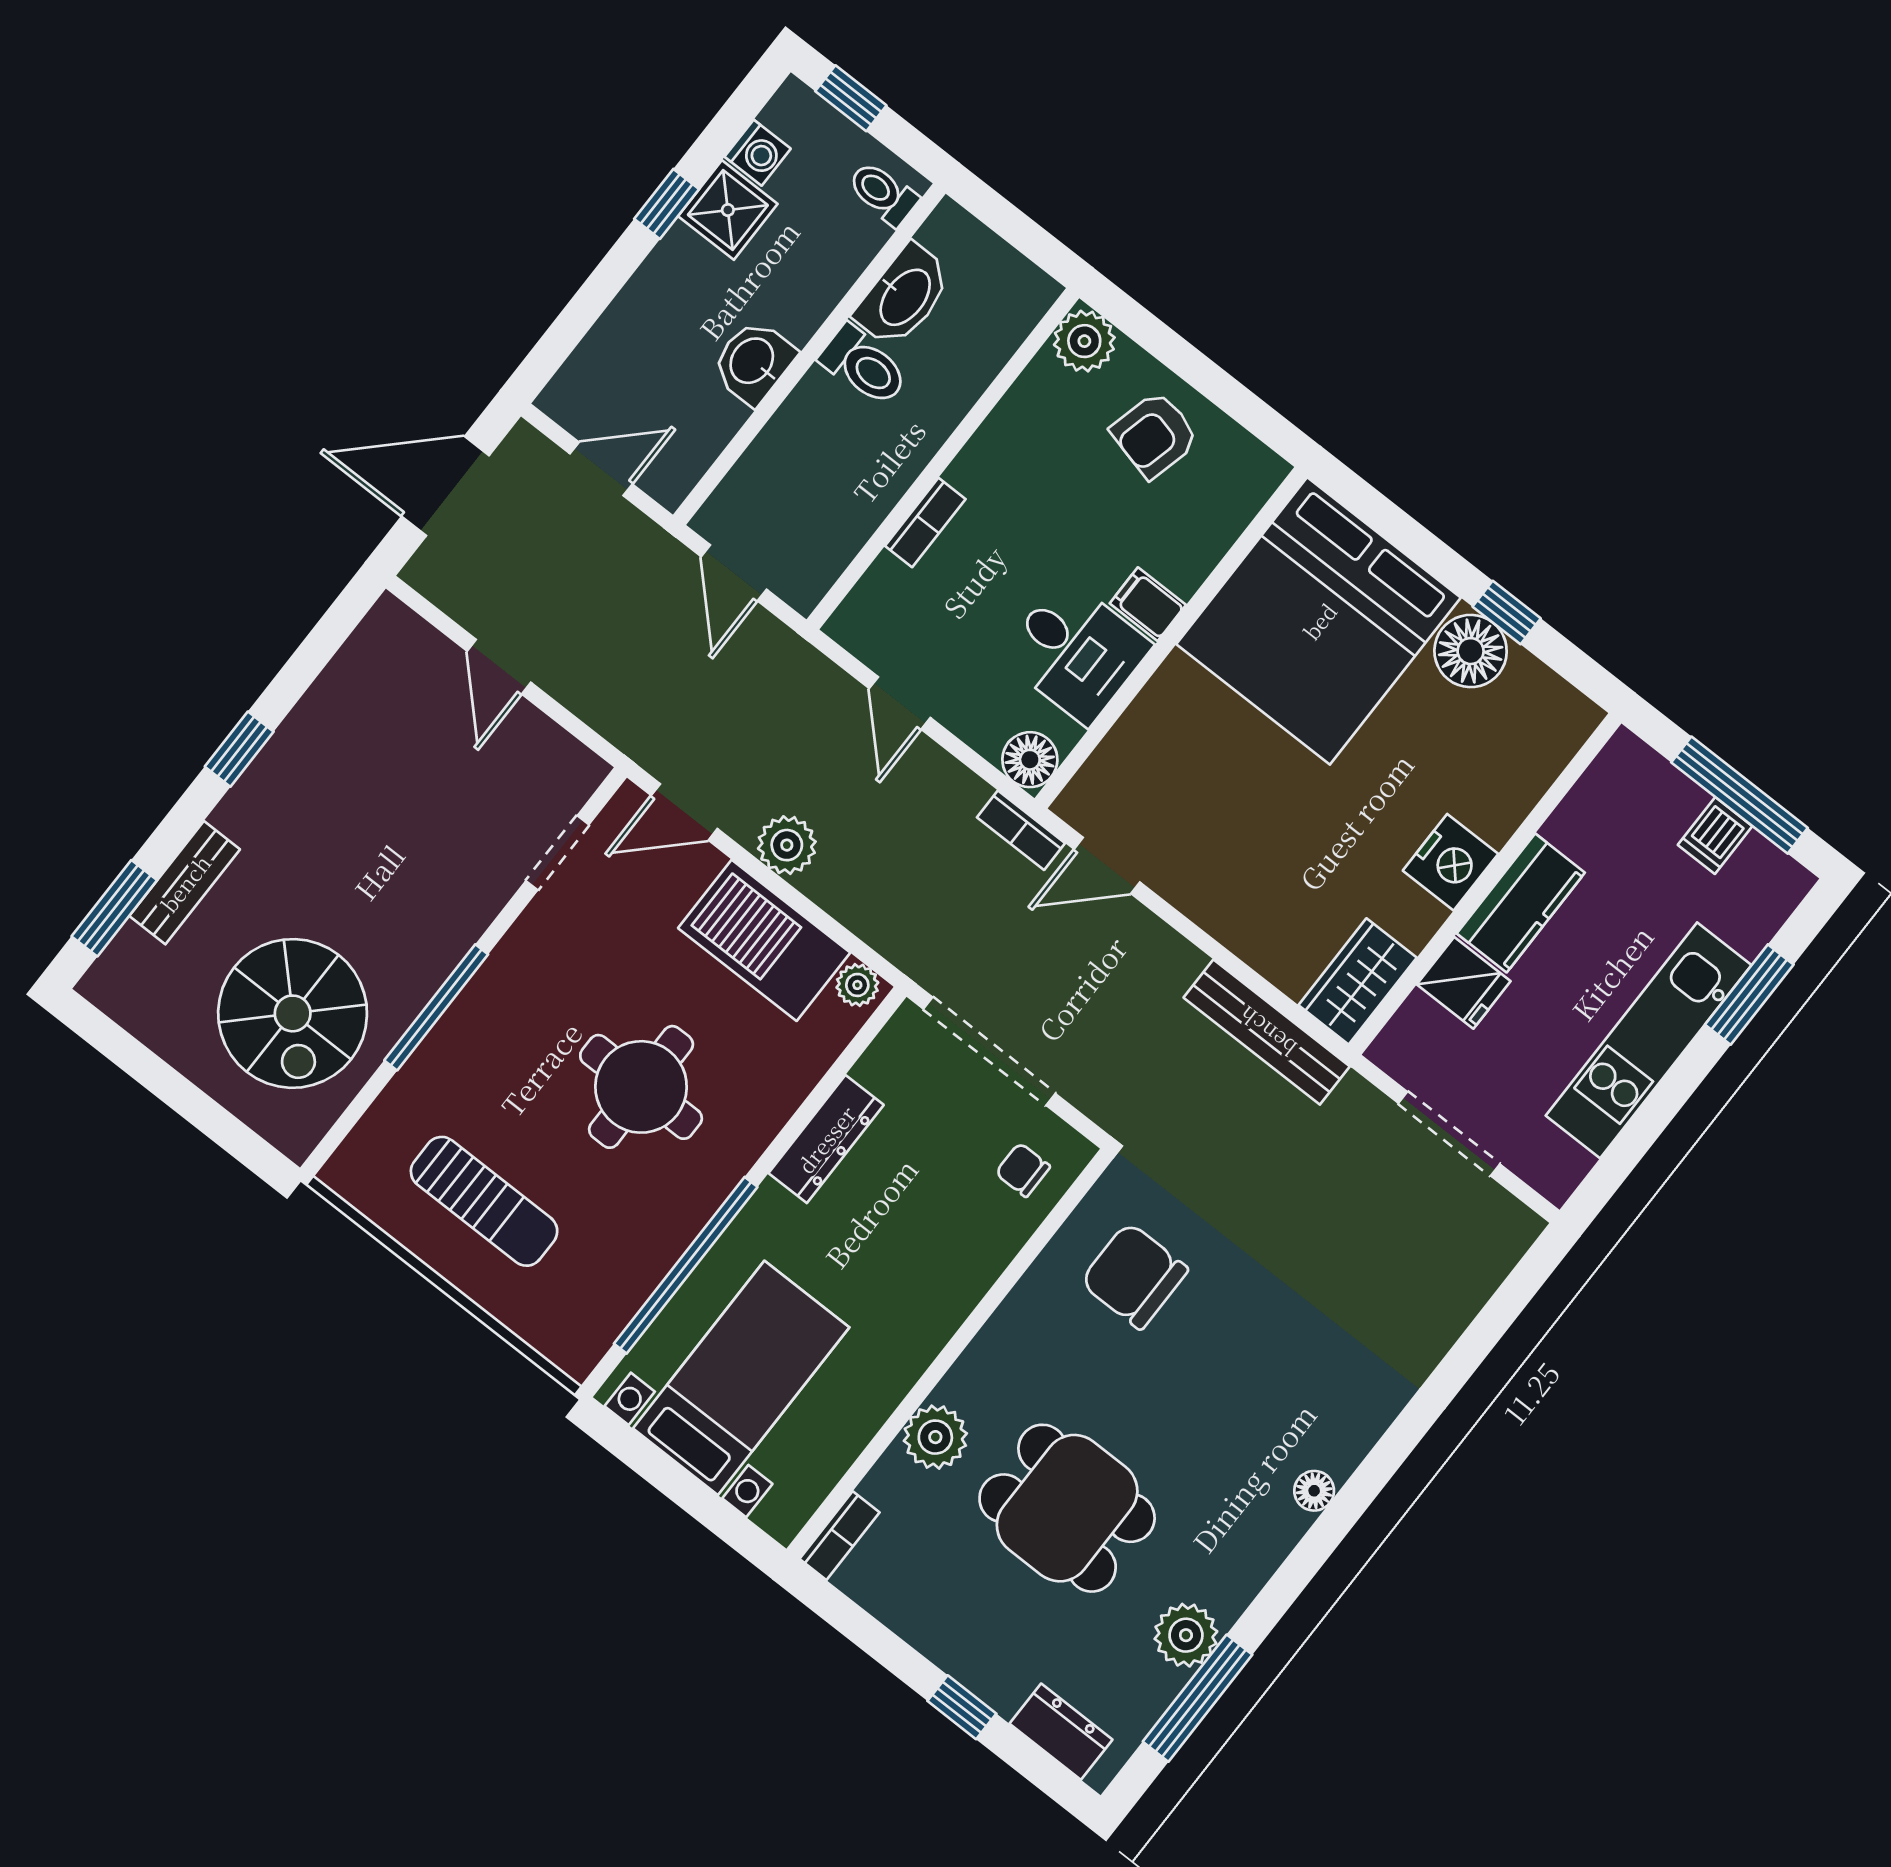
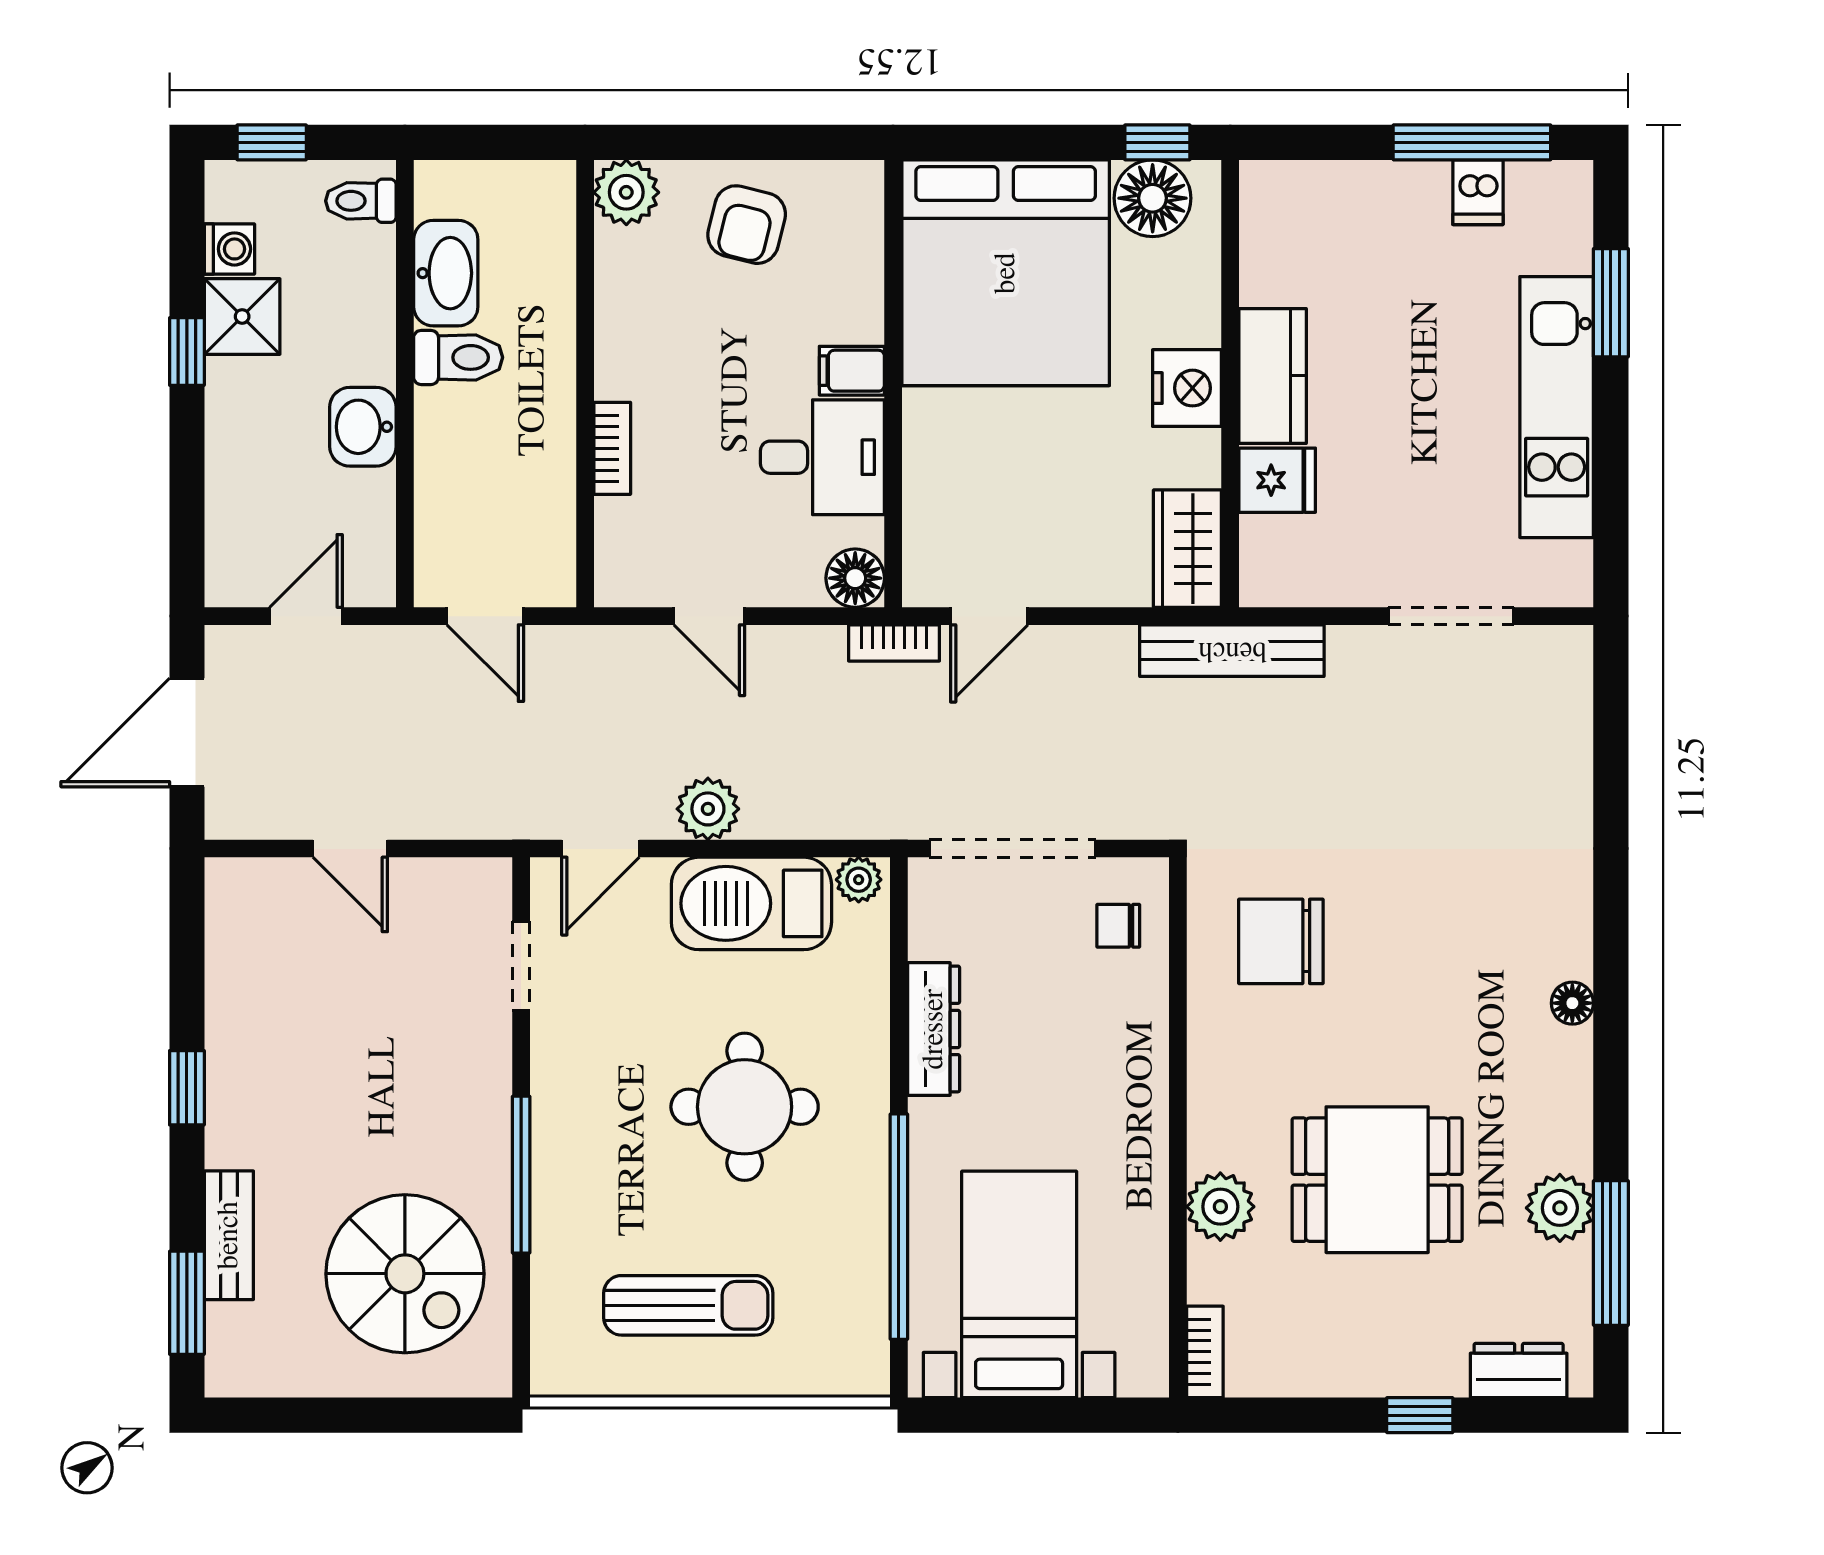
nightstand: (1450, 862) -> (1187, 388), moved
wall: (1485, 884) -> (1230, 384), moved
kitchen counter: (1521, 903) -> (1273, 376), moved
wardrobe: (1358, 981) -> (1187, 549), moved
fridge: (1464, 983) -> (1277, 480), moved

